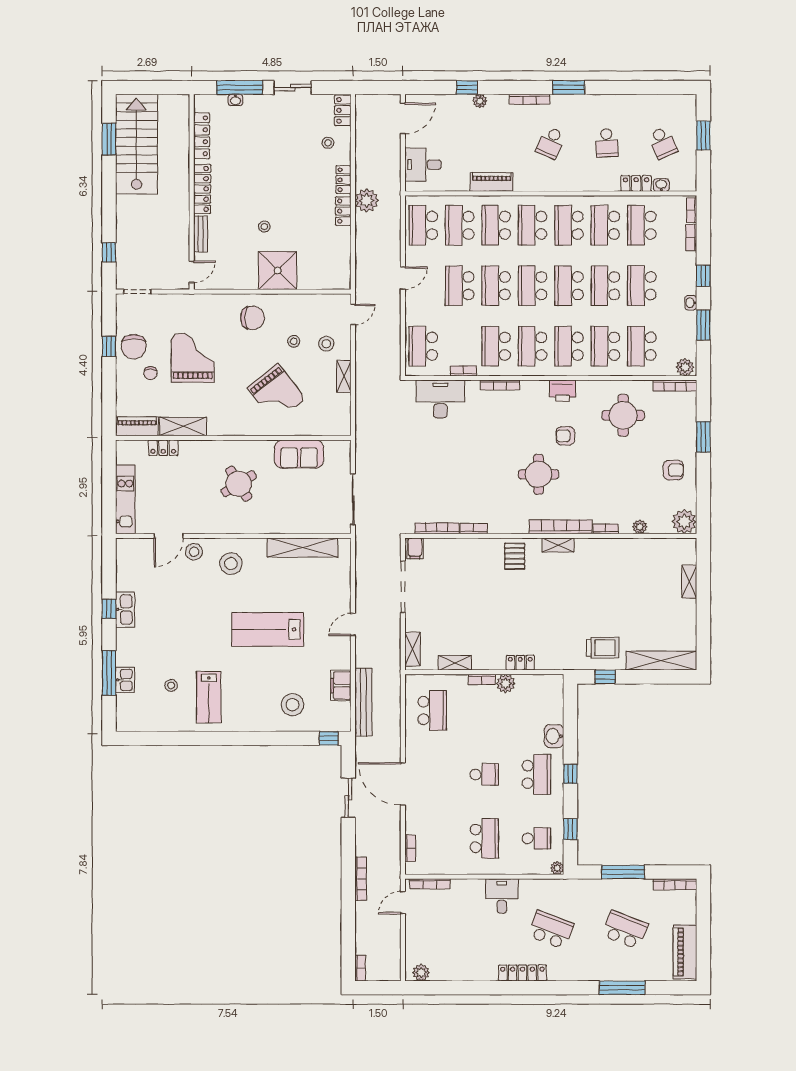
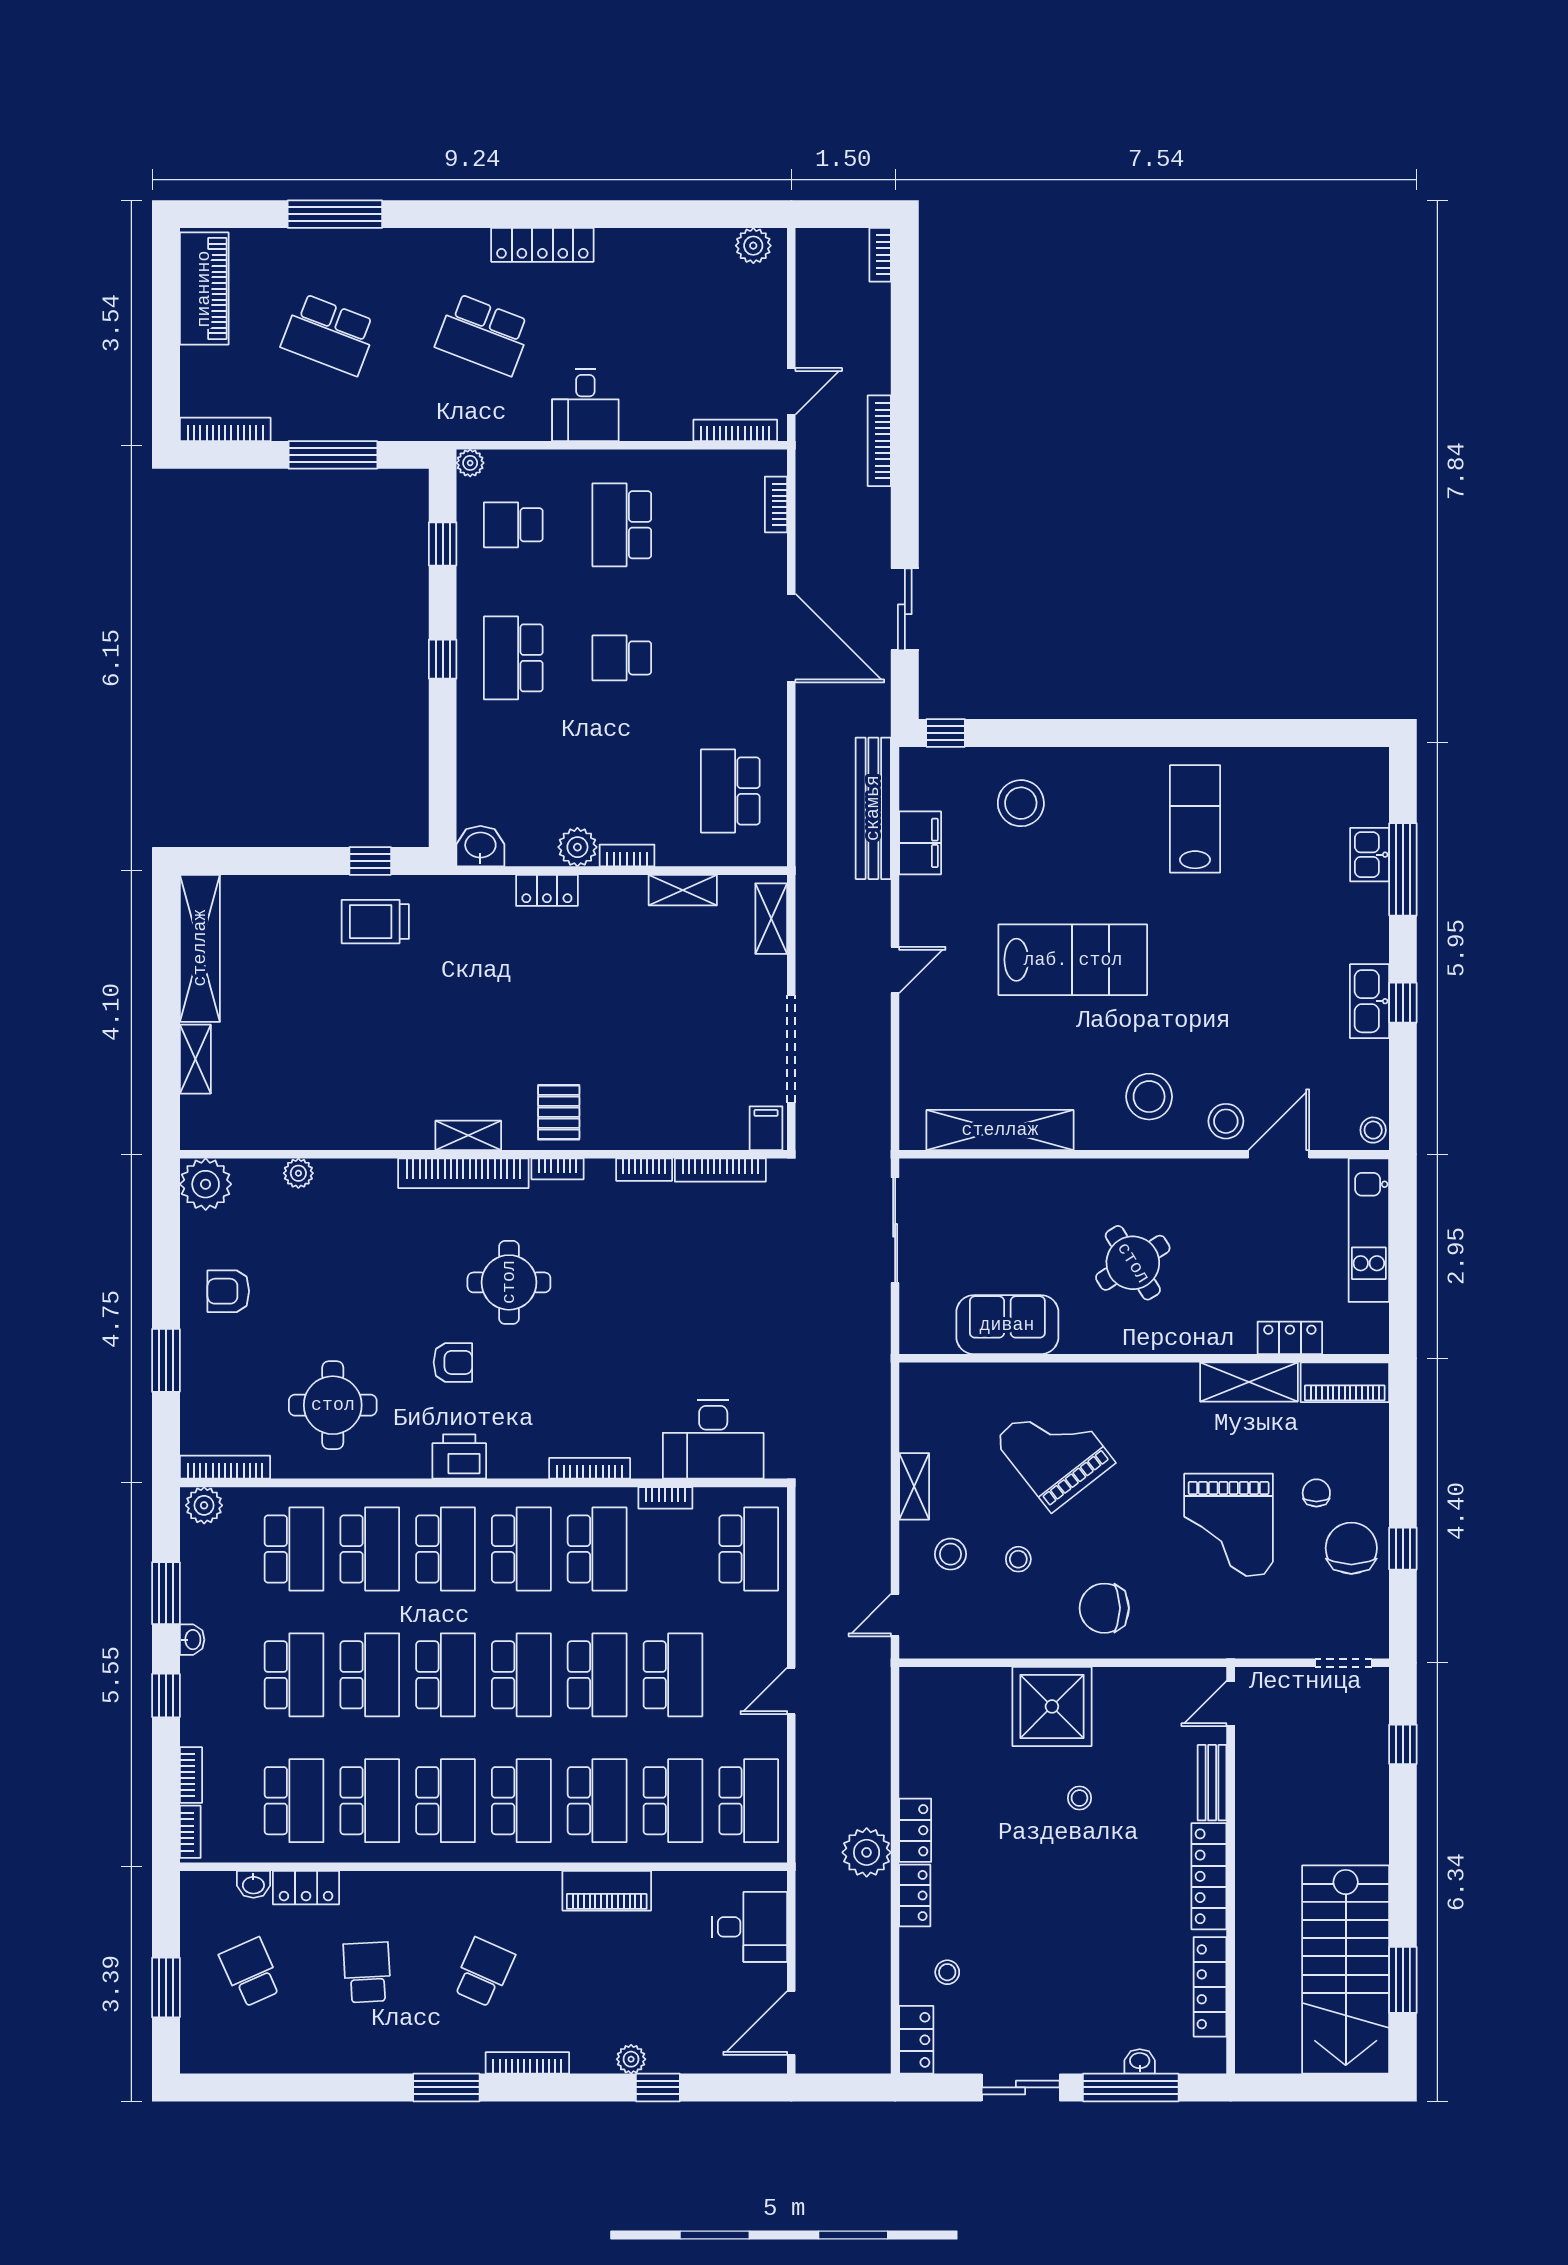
bookcase: (606, 529) -> (558, 1169), moved
shelving: (661, 661) -> (200, 948), moved, turned 90
stool: (171, 685) -> (1373, 1130), moved
washbasin: (554, 736) -> (480, 846), moved, turned -90

